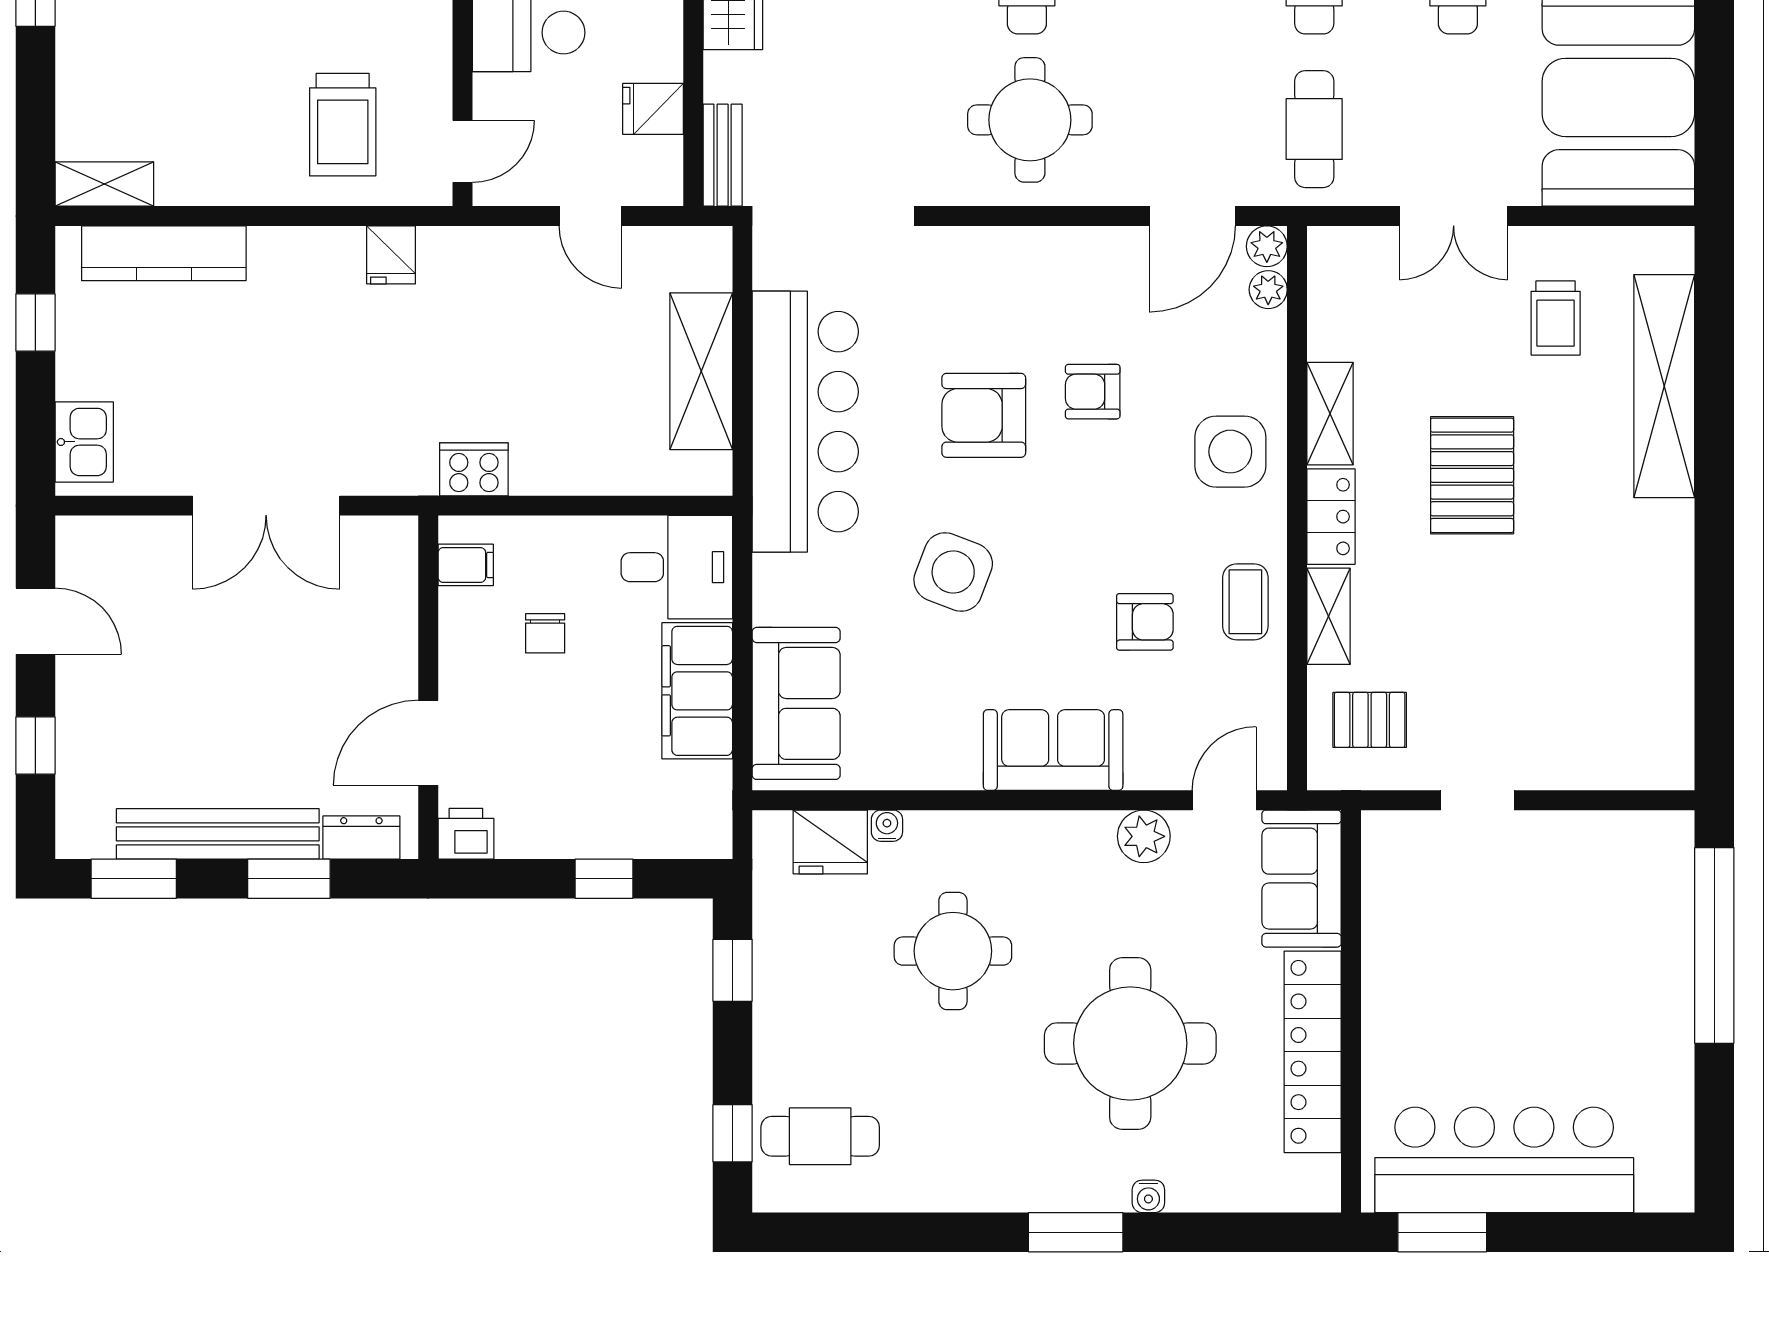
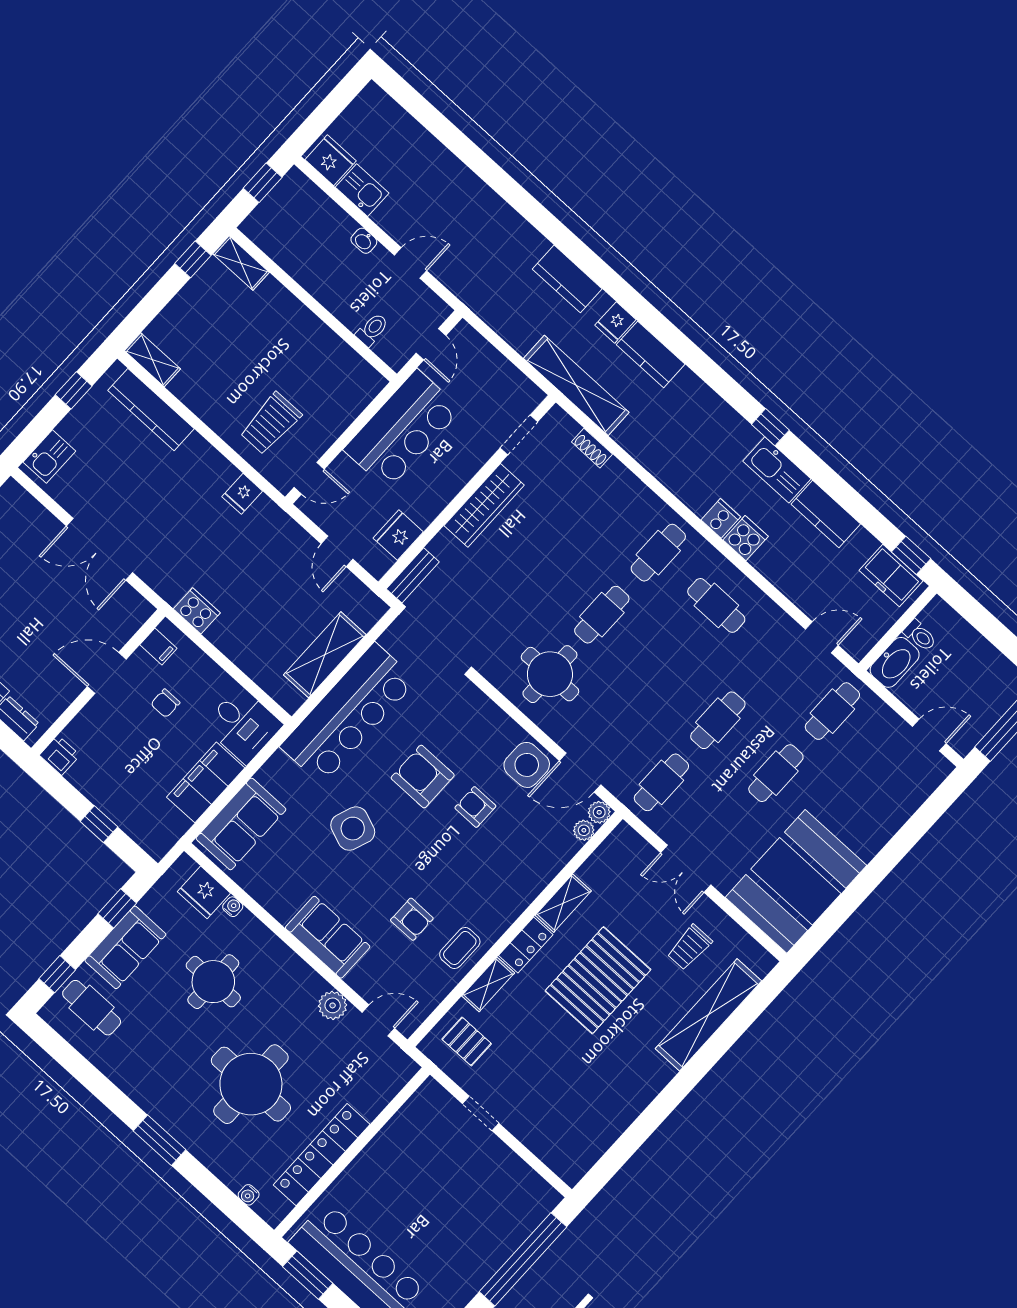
fridge: (653, 109) -> (398, 535), width x1.38
side table: (1230, 452) -> (527, 765), moved
pallet: (1472, 475) -> (598, 980), width x1.37, depth x1.41
door: (428, 743) -> (107, 673), moved
sofa: (1302, 879) -> (125, 947), moved, turned 180
water cooler: (1148, 1196) -> (249, 1195), moved

